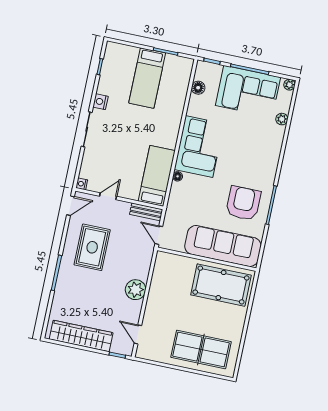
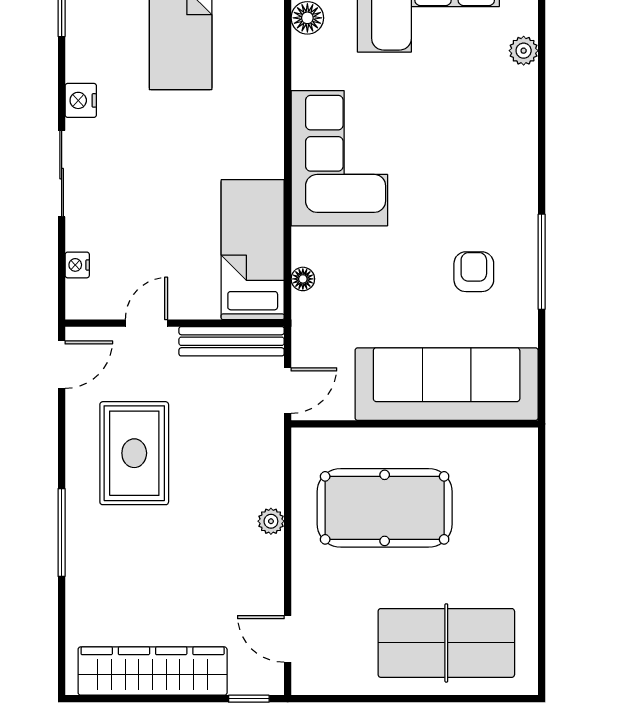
floor lamp: (178, 176) -> (303, 279), moved
nightstand: (82, 184) -> (77, 265), moved
armchair: (243, 203) -> (474, 272), width x0.53, depth x0.53
bench: (146, 212) -> (232, 341), width x1.36
door: (159, 235) -> (288, 391), swing flipped
pool table: (221, 285) -> (385, 508), moved
plant: (136, 290) -> (271, 521), width x0.53, depth x0.53

